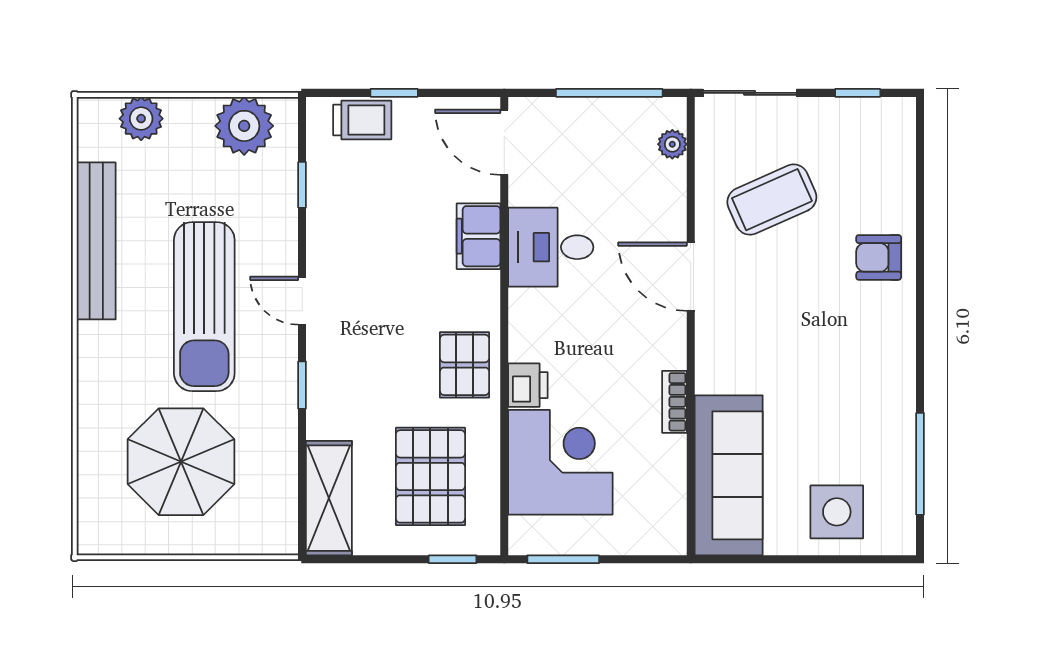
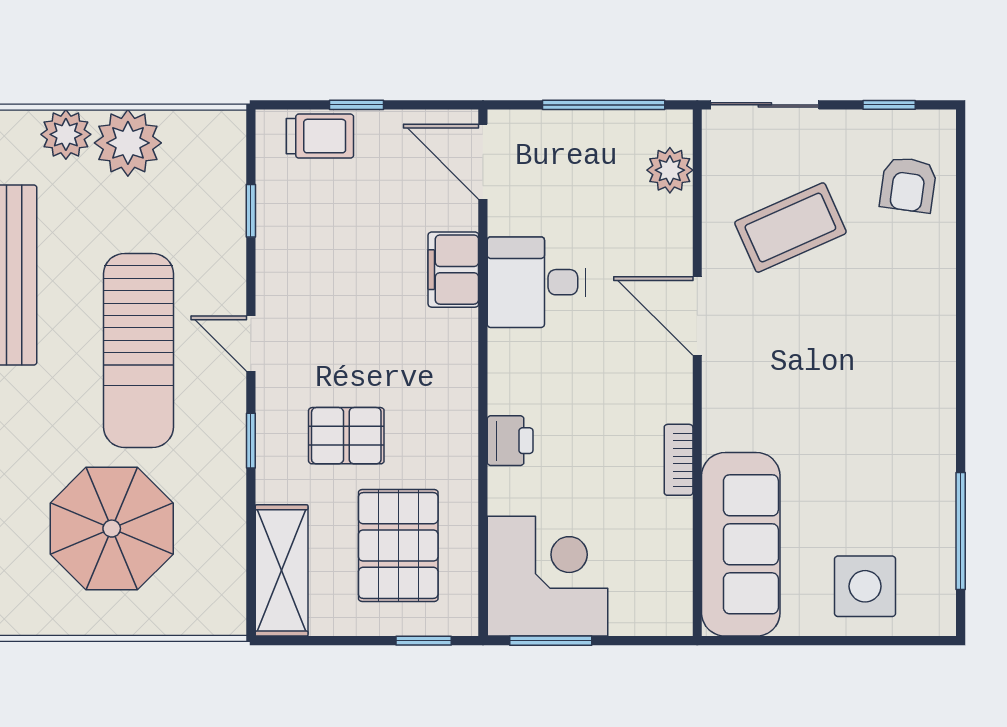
plant: (244, 126) -> (128, 143), moved
plant: (672, 144) -> (670, 170), width x1.38, depth x1.38
armchair: (879, 257) -> (908, 185), moved, turned -82
pallet: (465, 365) -> (346, 436), moved, turned 90
corner desk: (560, 462) -> (547, 576), moved

